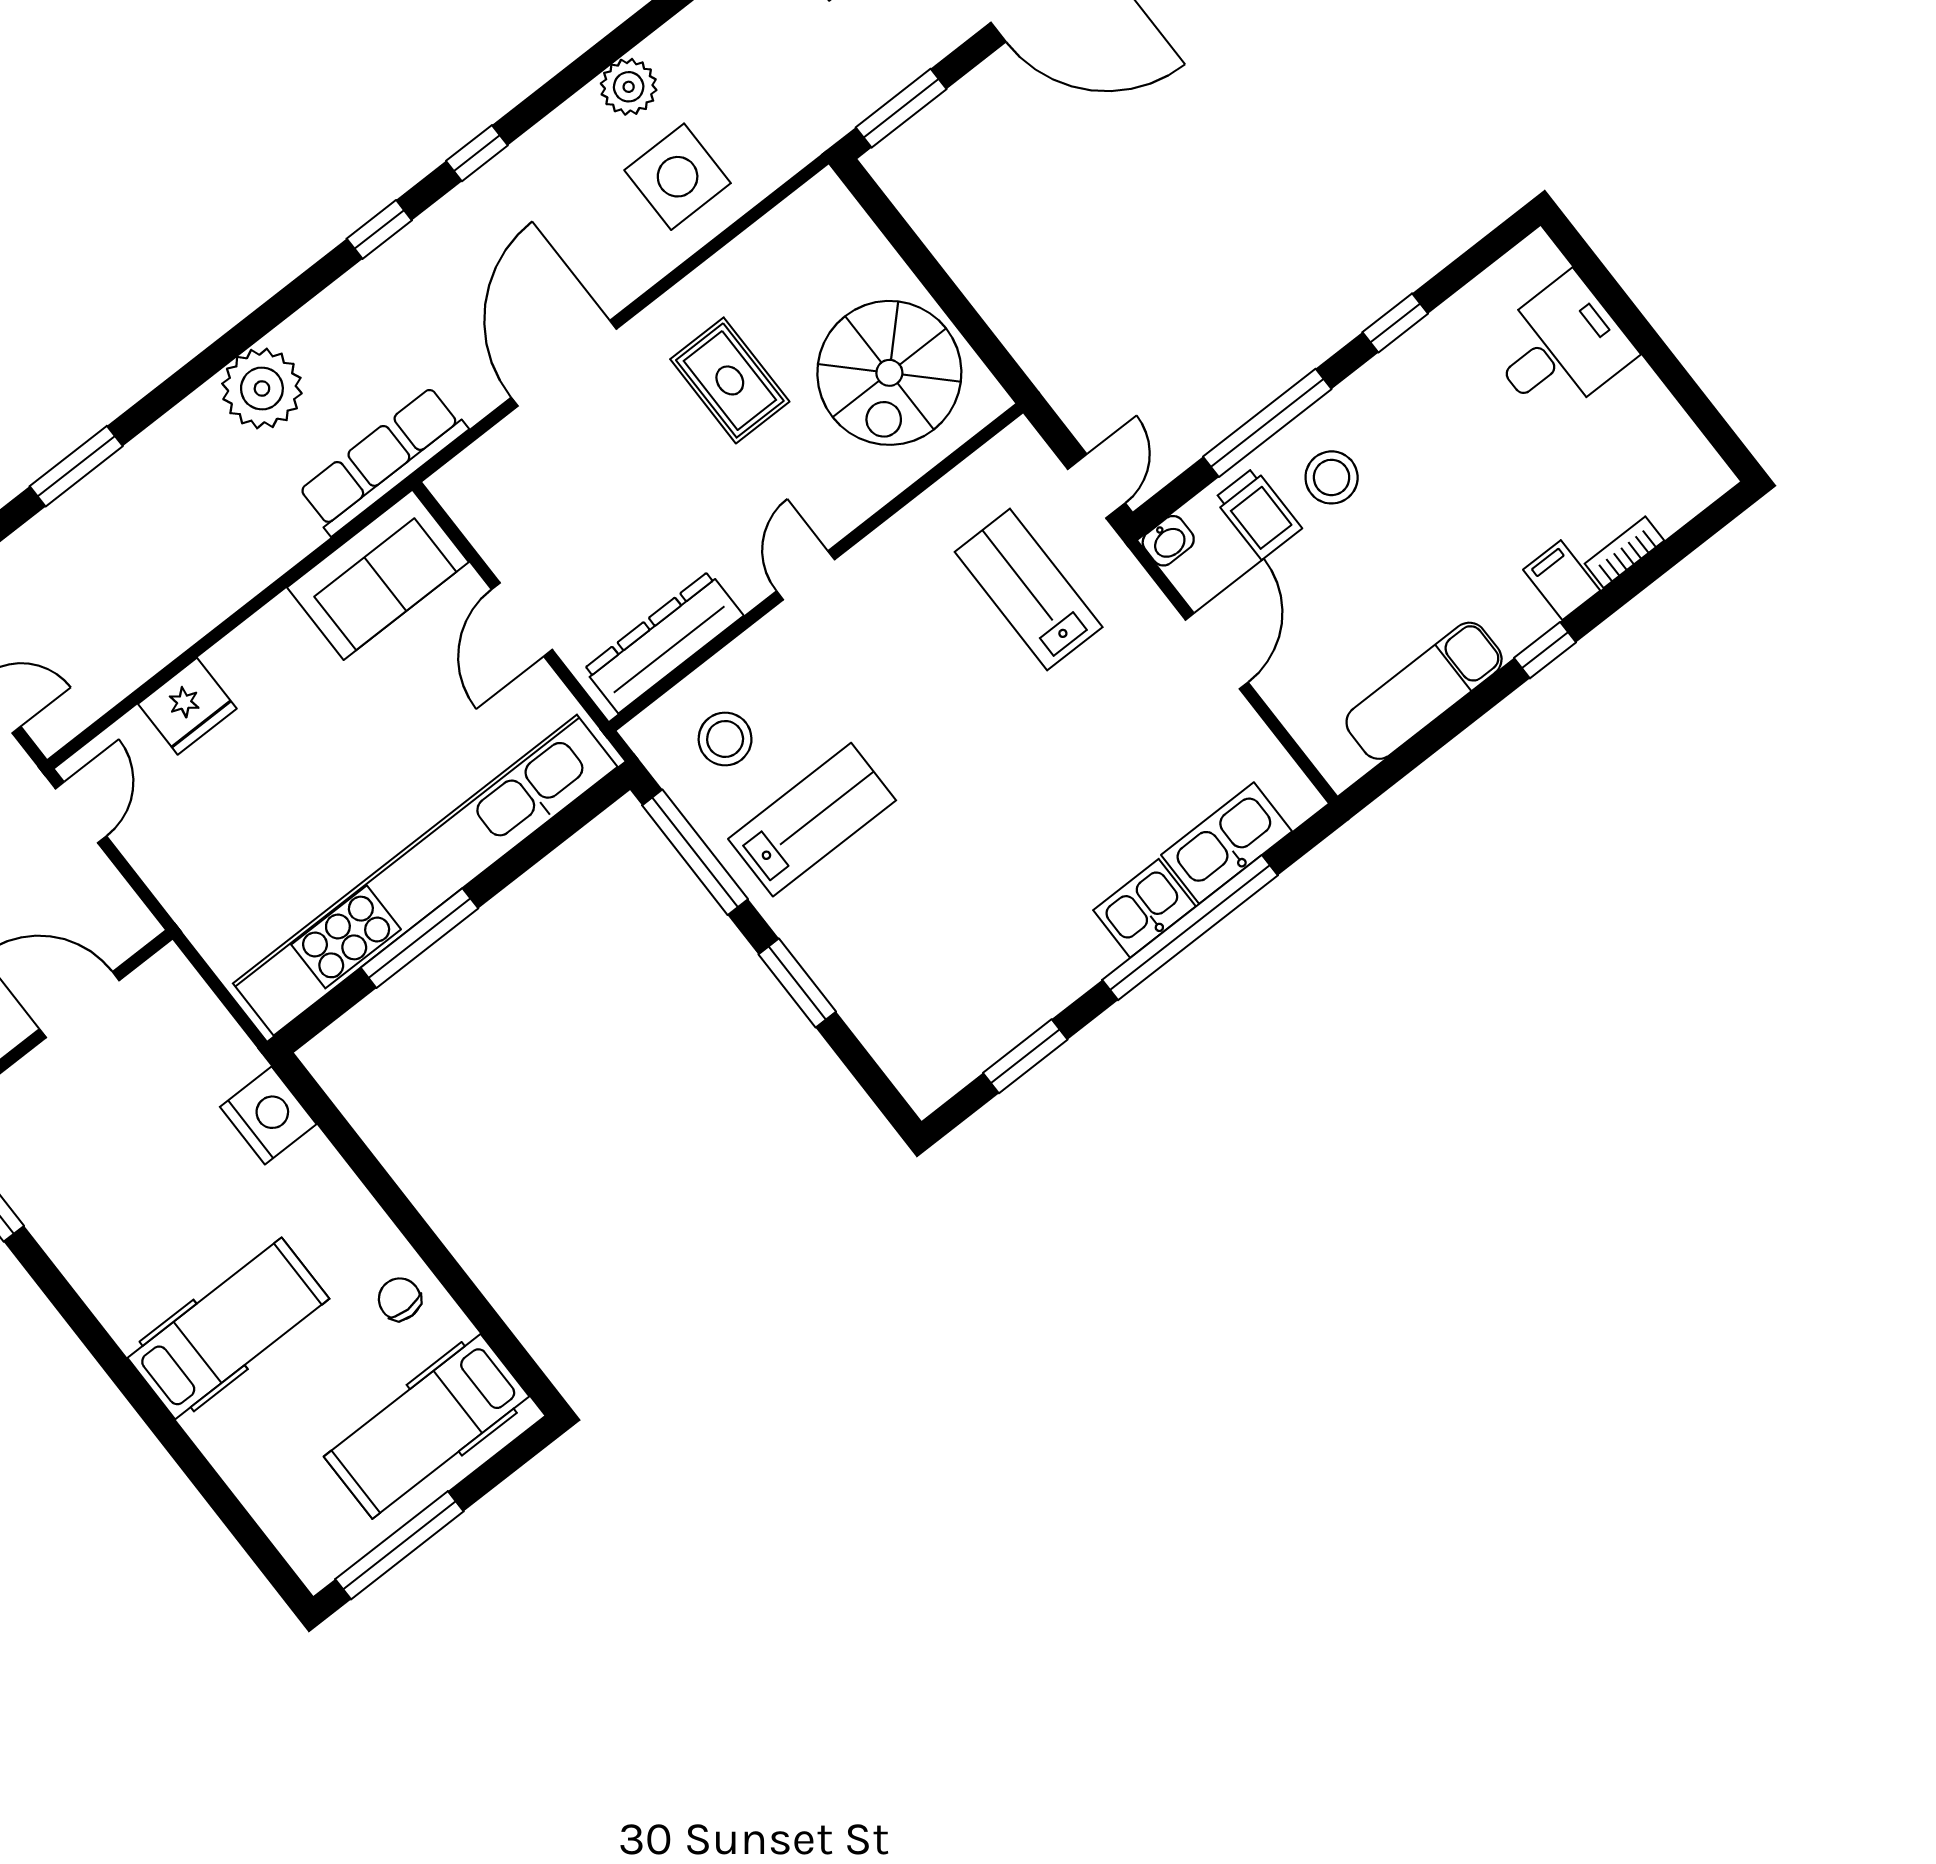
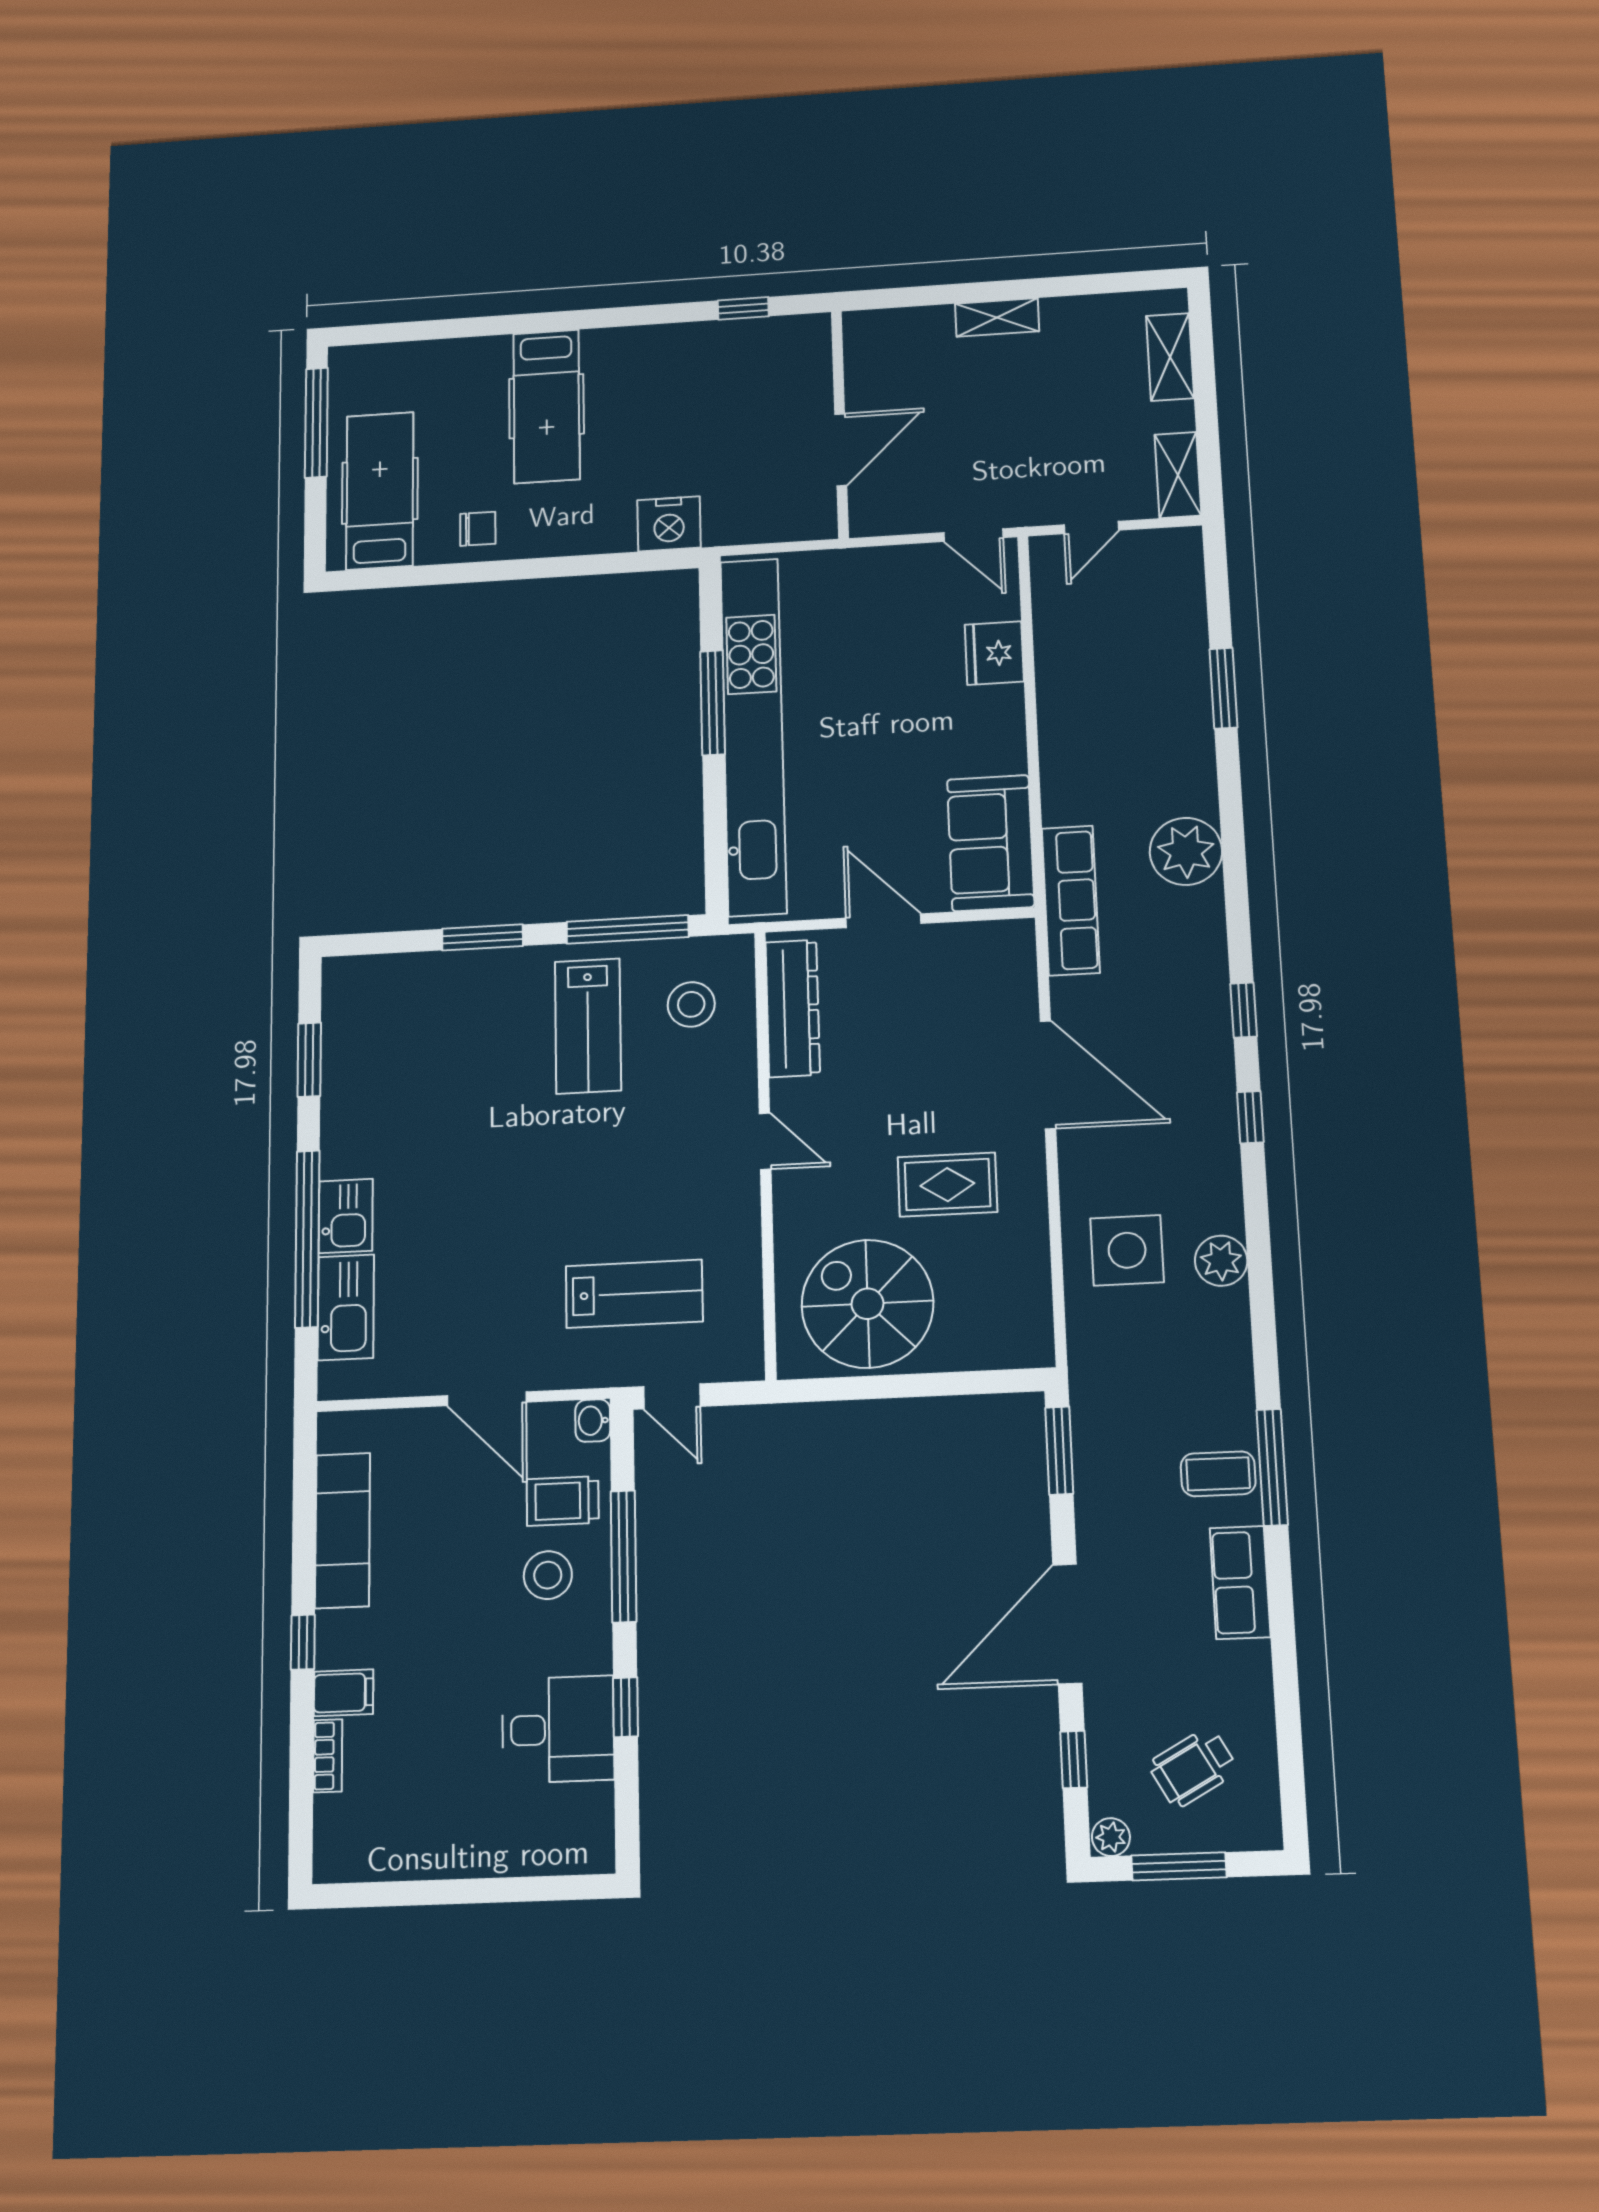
desk: (1560, 348) -> (558, 1729), moved, turned -90

